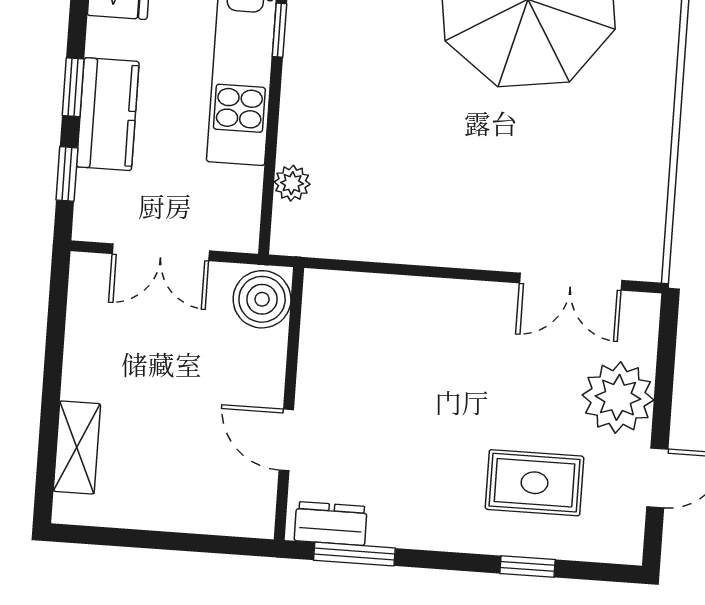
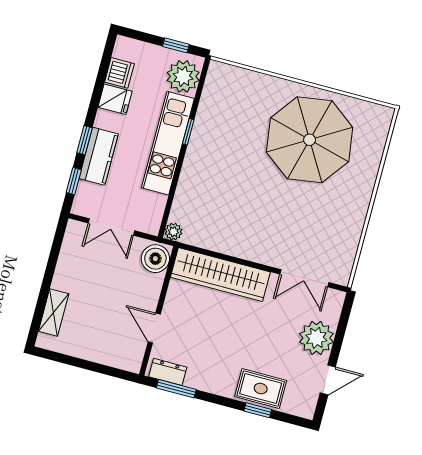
plant: (292, 183) -> (173, 232), moved
wardrobe: (399, 307) -> (220, 275), added
rug: (535, 483) -> (261, 389), moved

